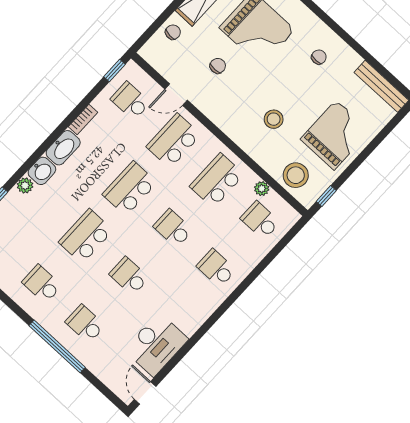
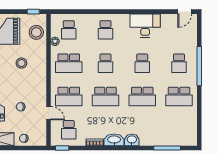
plant: (25, 185) -> (144, 141), removed
school desk: (42, 284) -> (179, 96), width x1.85
desk: (156, 345) -> (145, 26), moved

